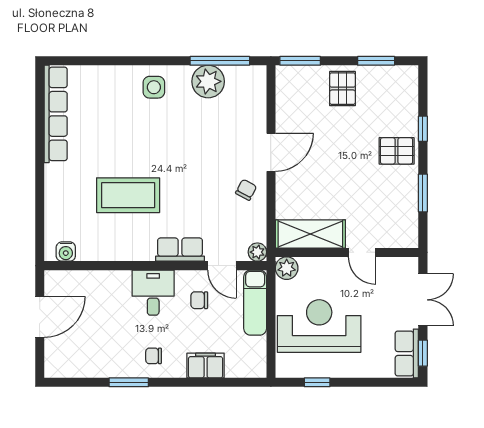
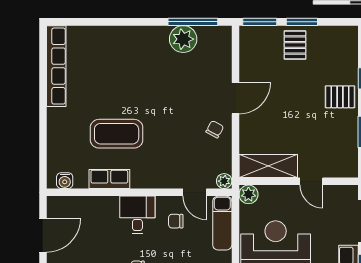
window: (376, 61) -> (302, 22), moved
side table: (154, 87) -> (138, 44), removed
row of seats: (180, 250) -> (109, 179), moved

